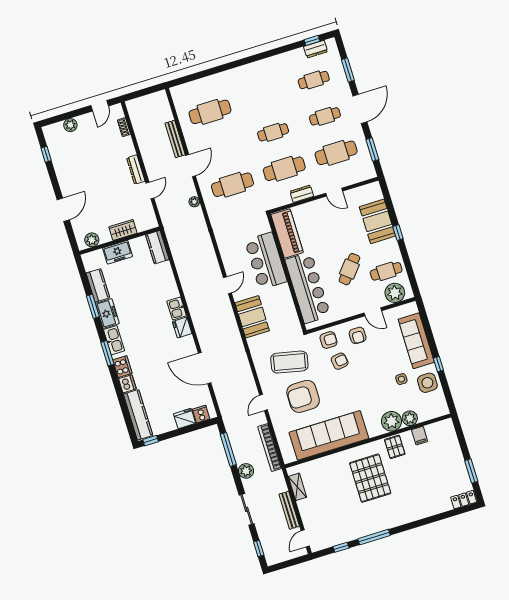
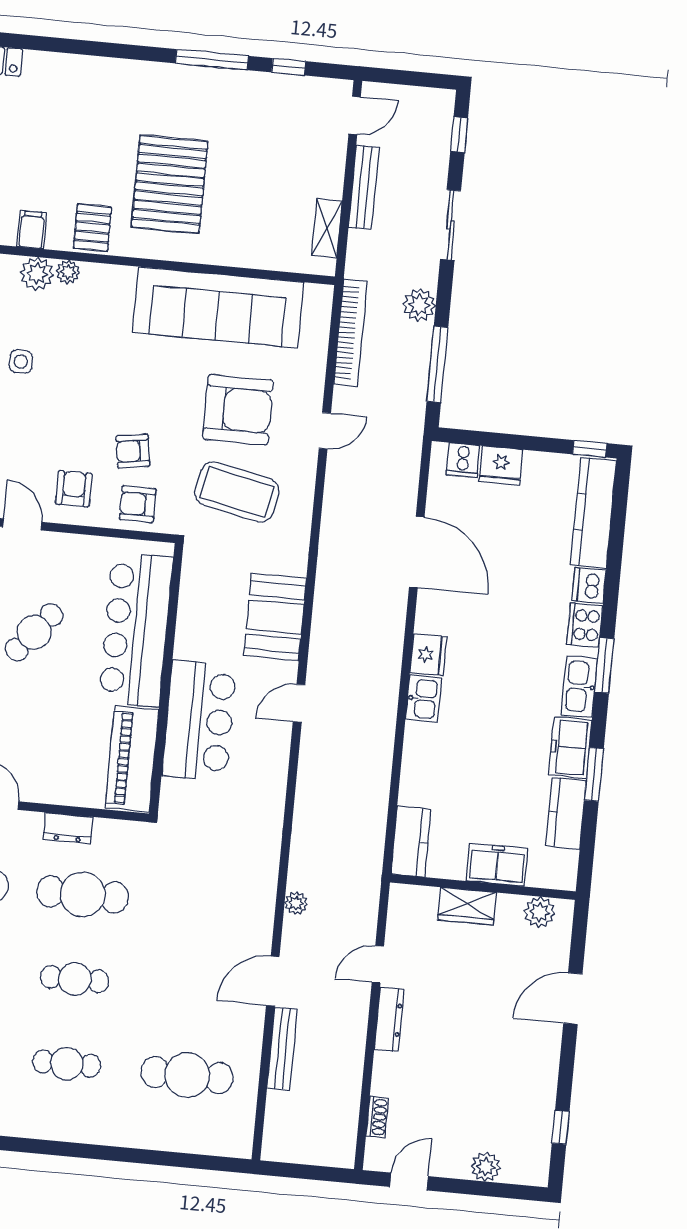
cafe table: (232, 185) -> (67, 1064), moved, width x0.73, depth x0.74
plant: (391, 421) -> (68, 272), width x0.53, depth x0.53

